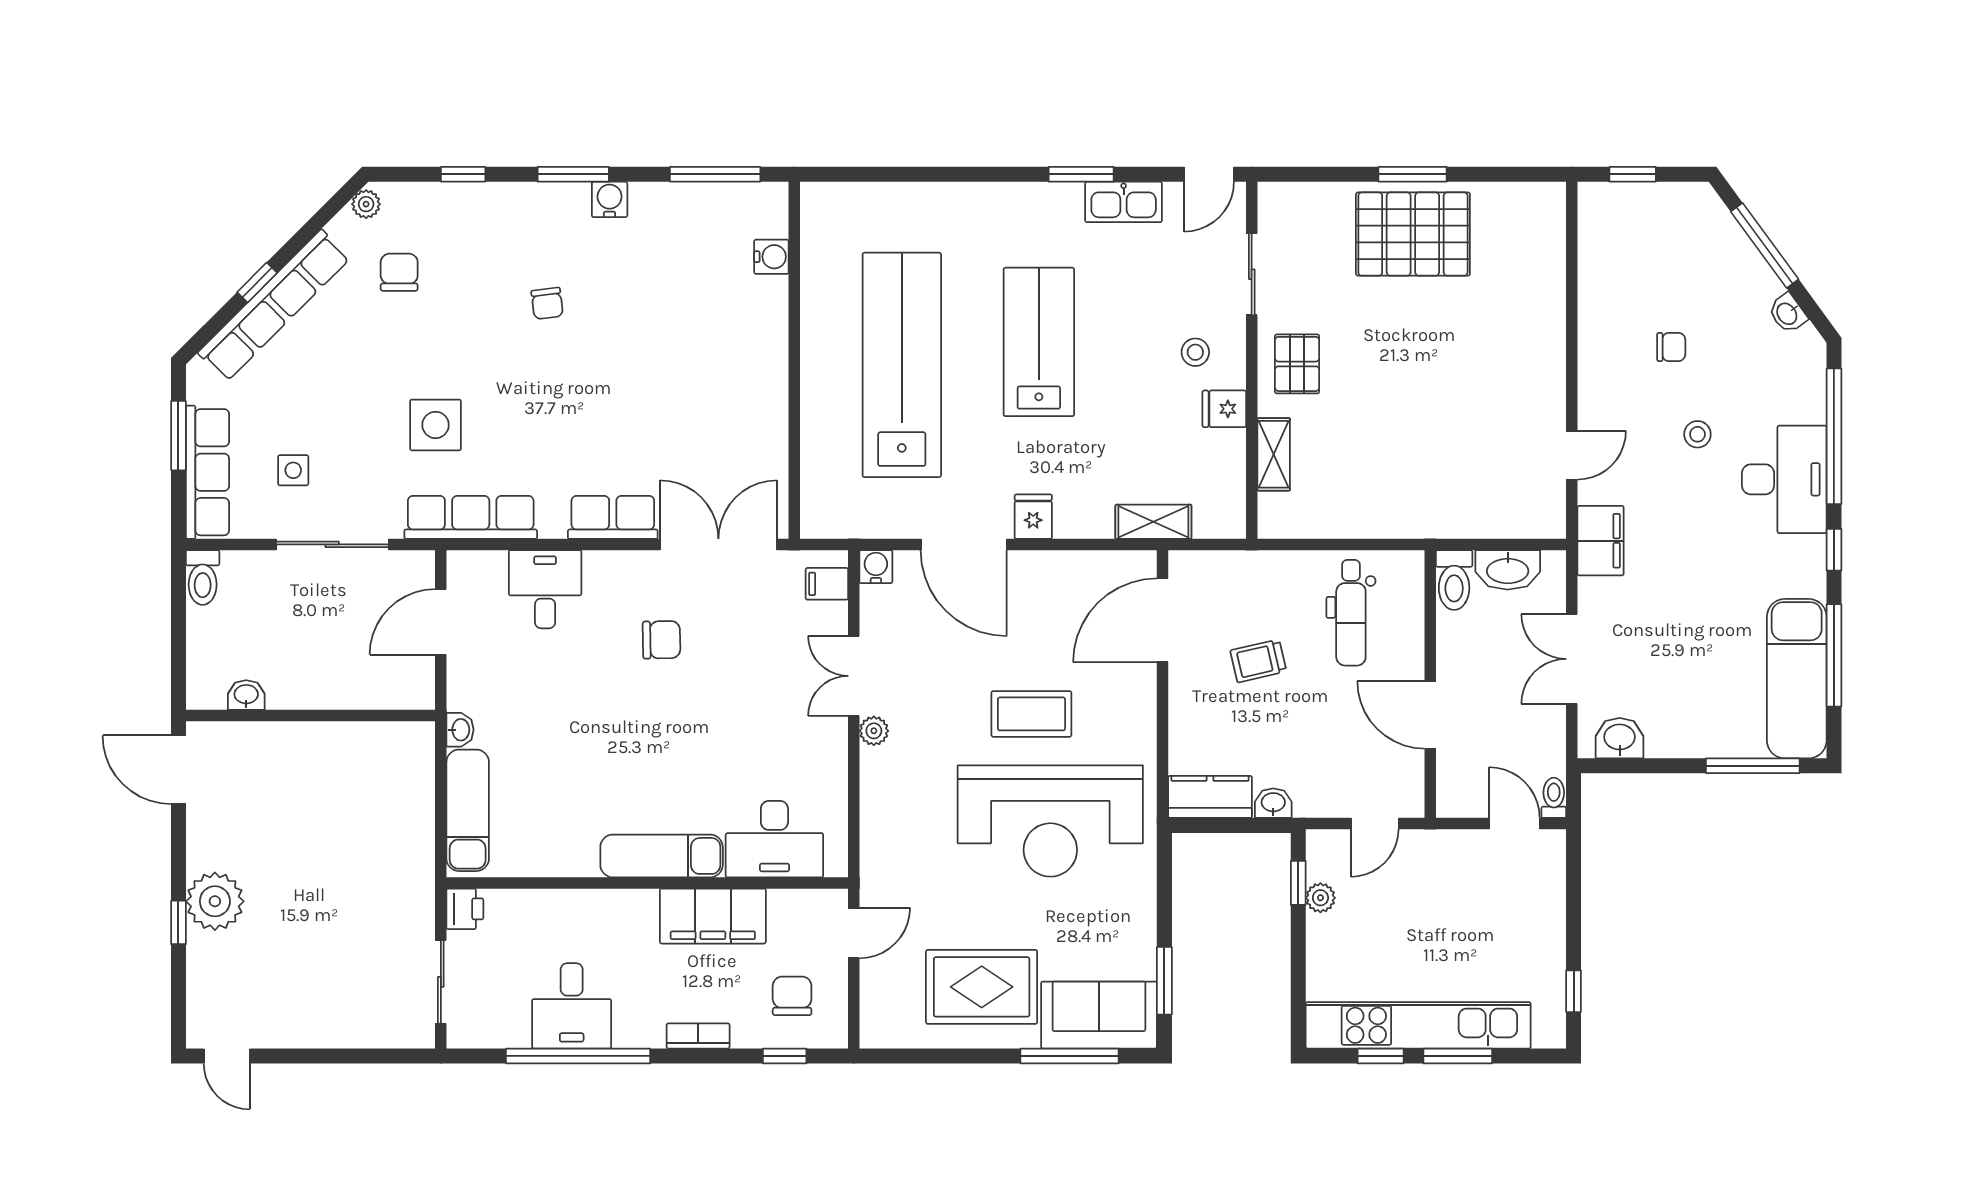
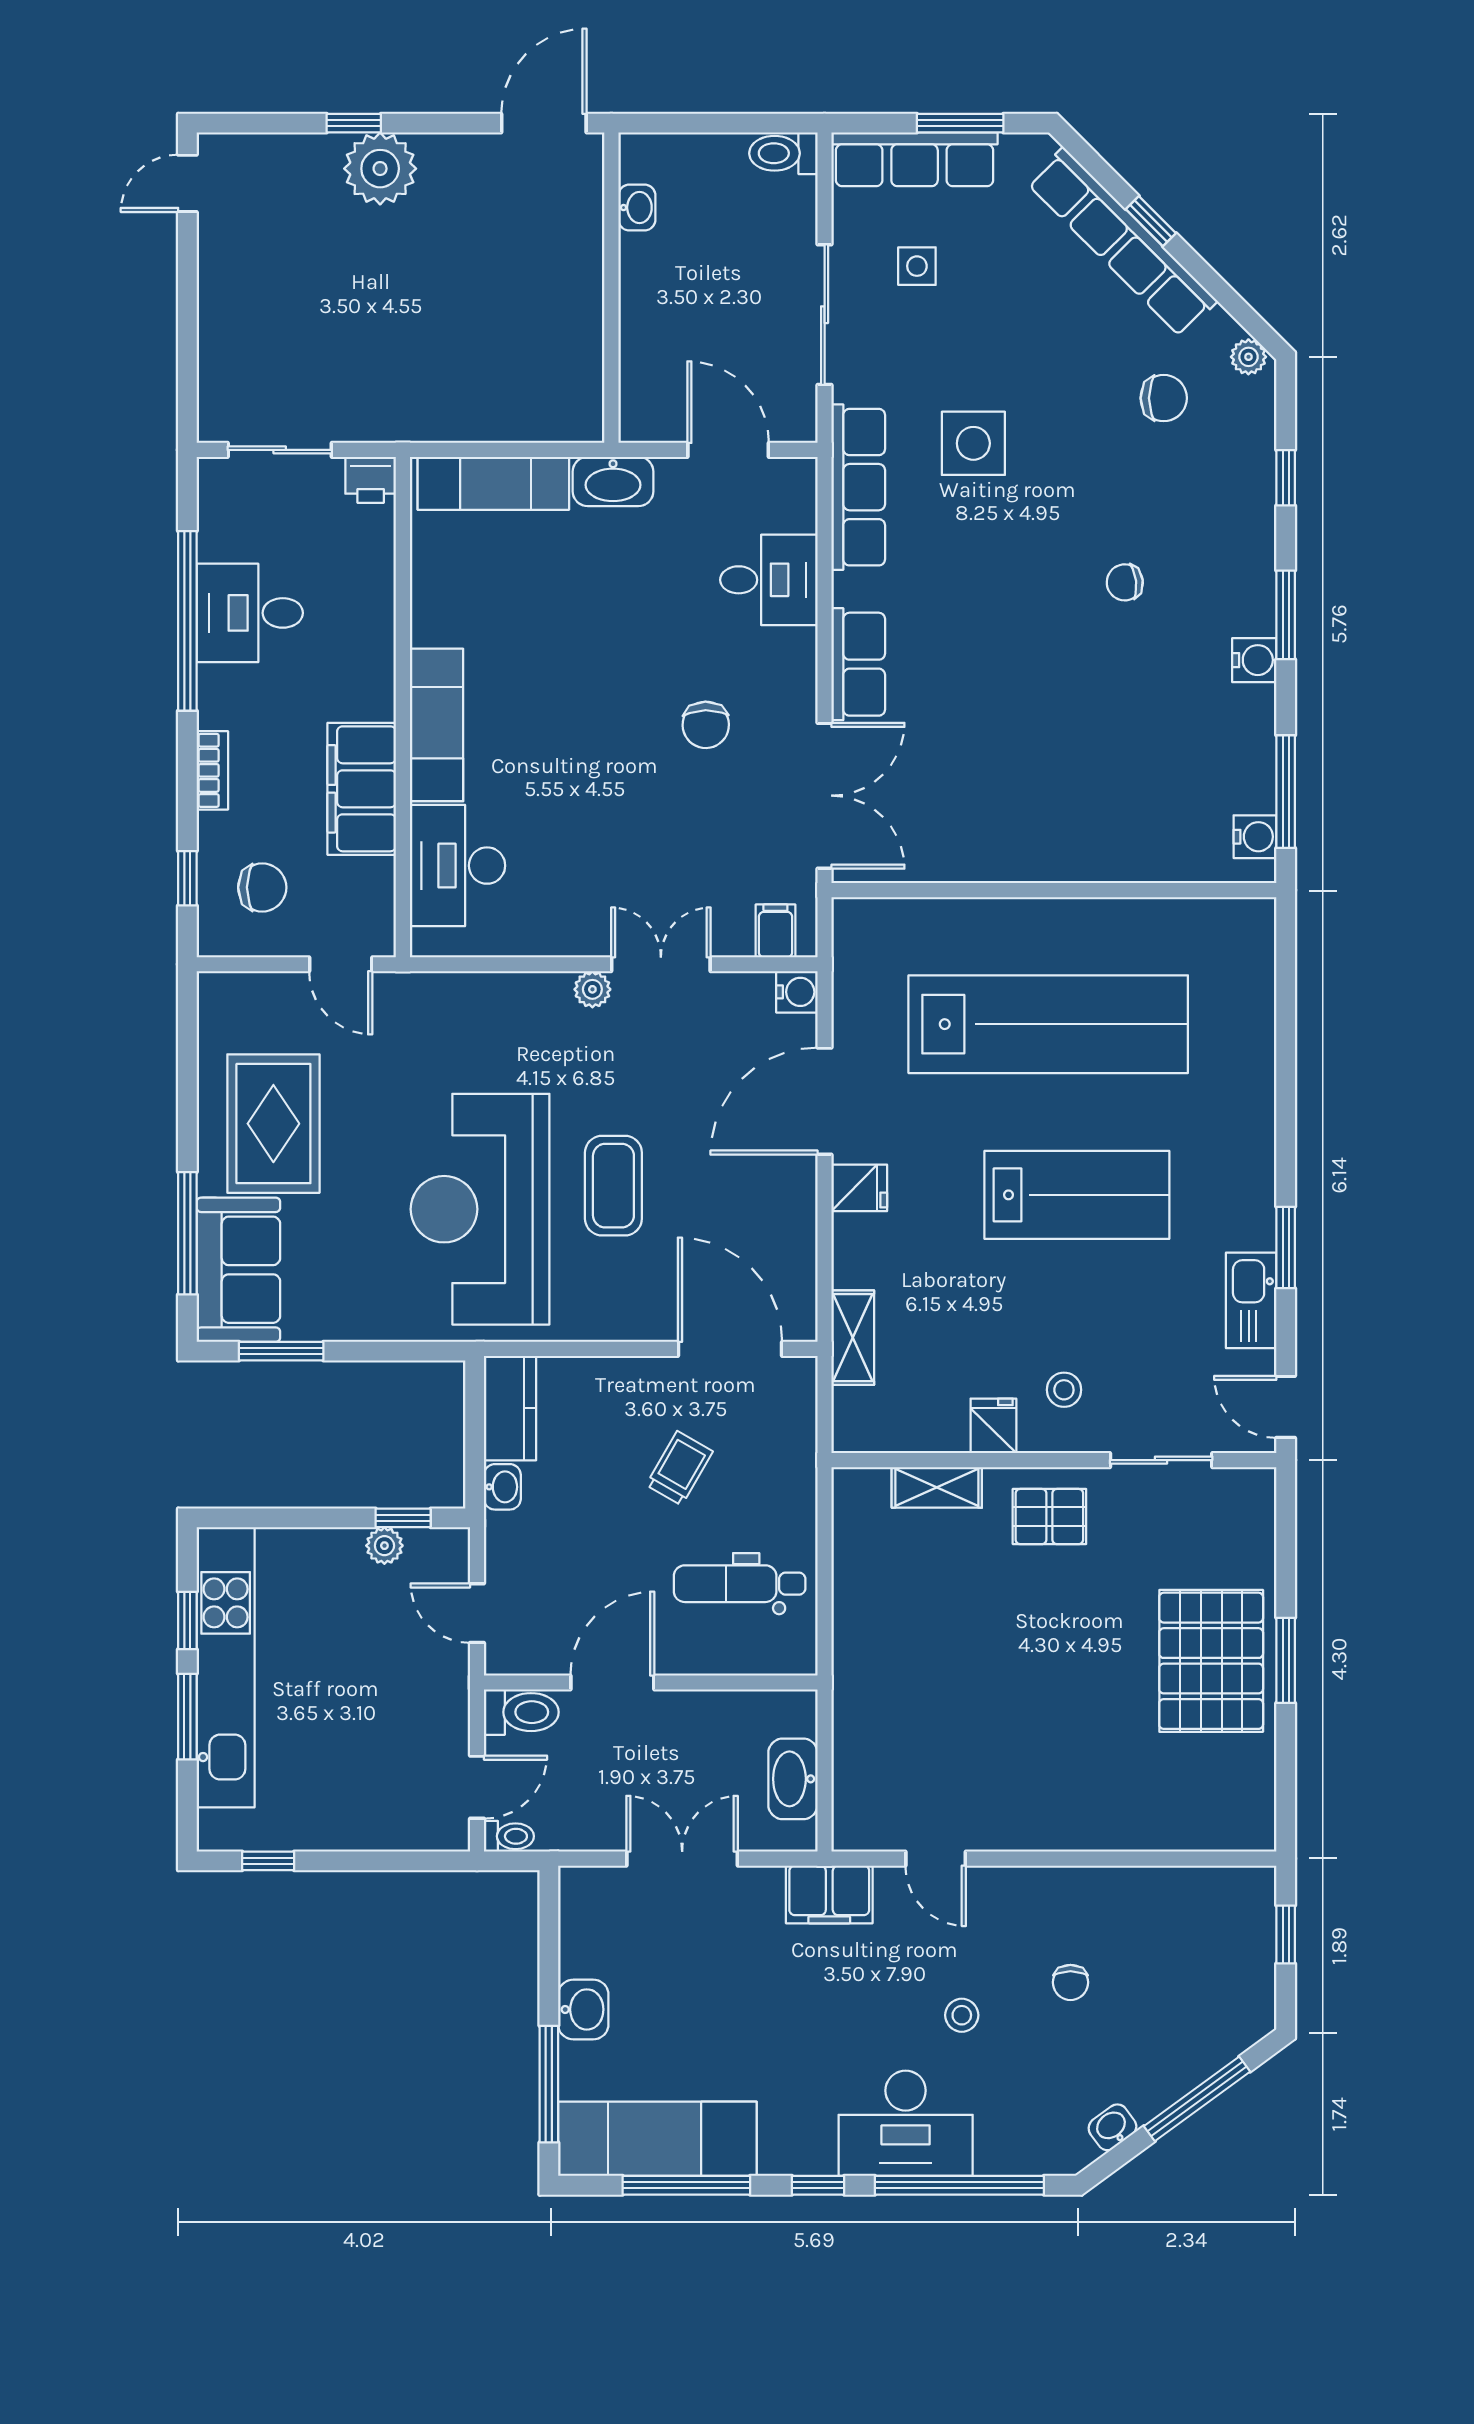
water cooler: (771, 257) -> (1255, 837), moved, turned -90
toilet: (1454, 580) -> (521, 1712), moved, turned 180
trolley: (1258, 661) -> (679, 1468), turned 43
washbasin: (460, 730) -> (613, 481), width x1.91, depth x1.45
washbasin: (1620, 738) -> (583, 2009), moved

